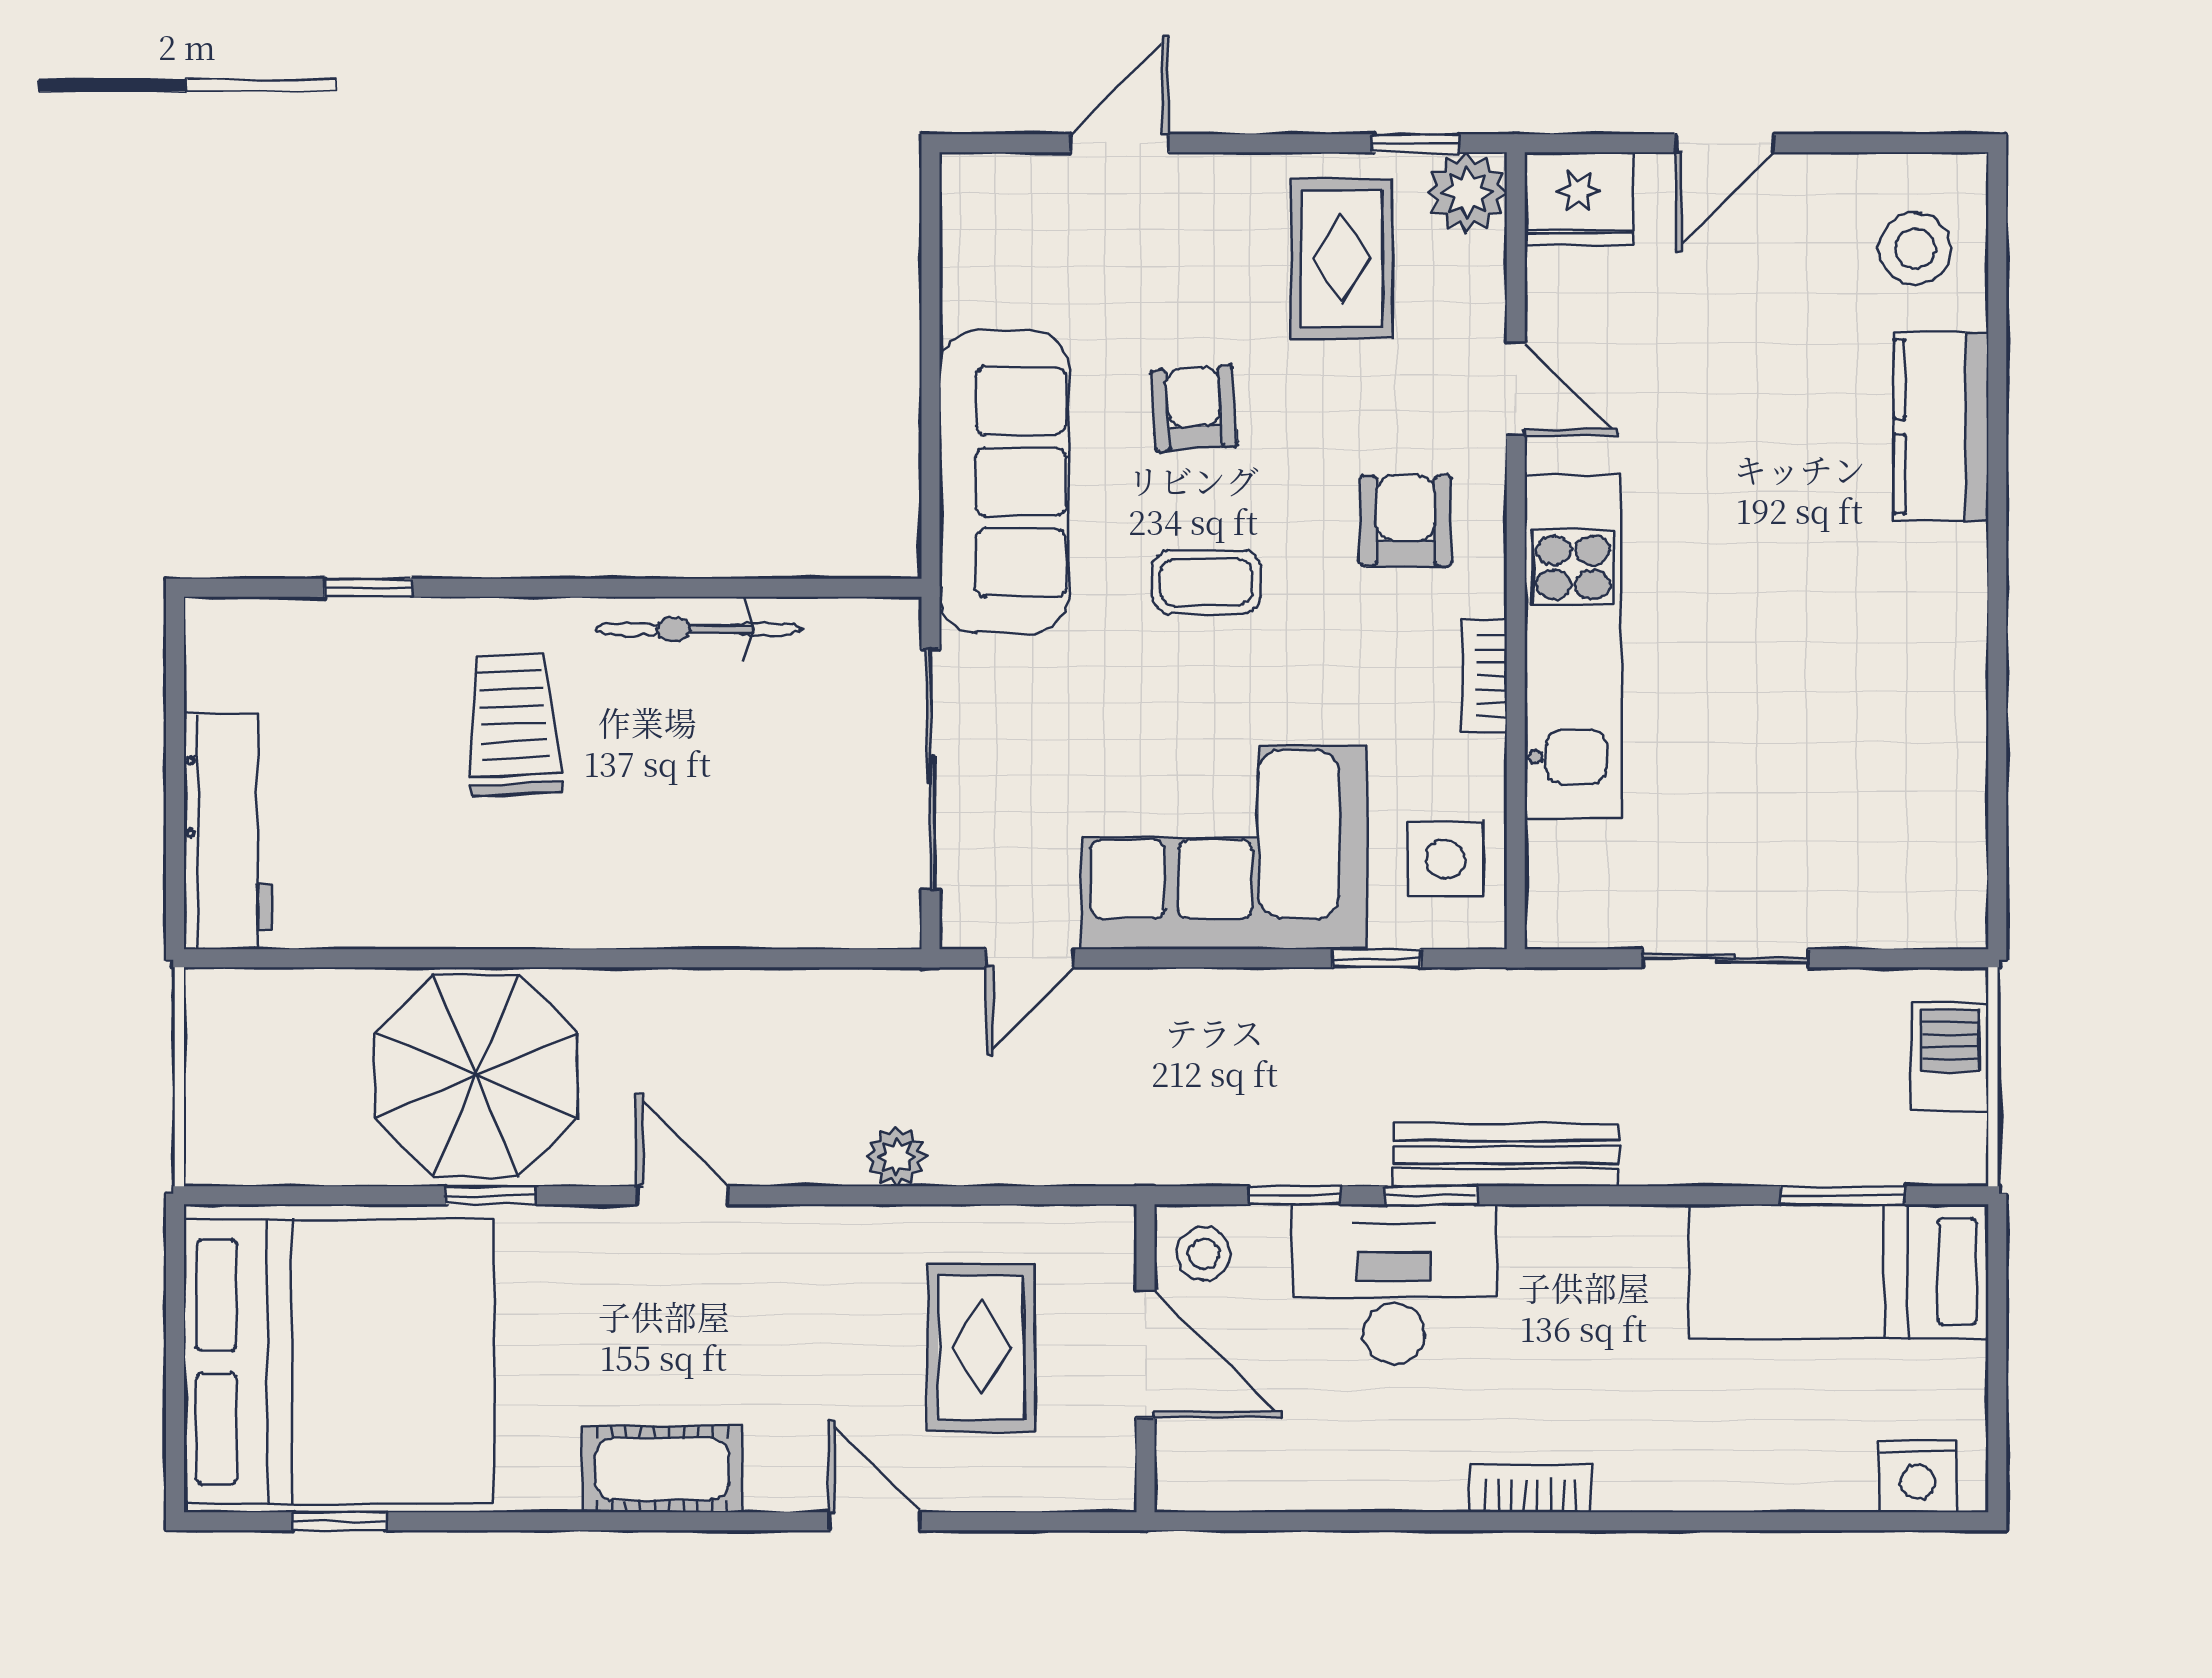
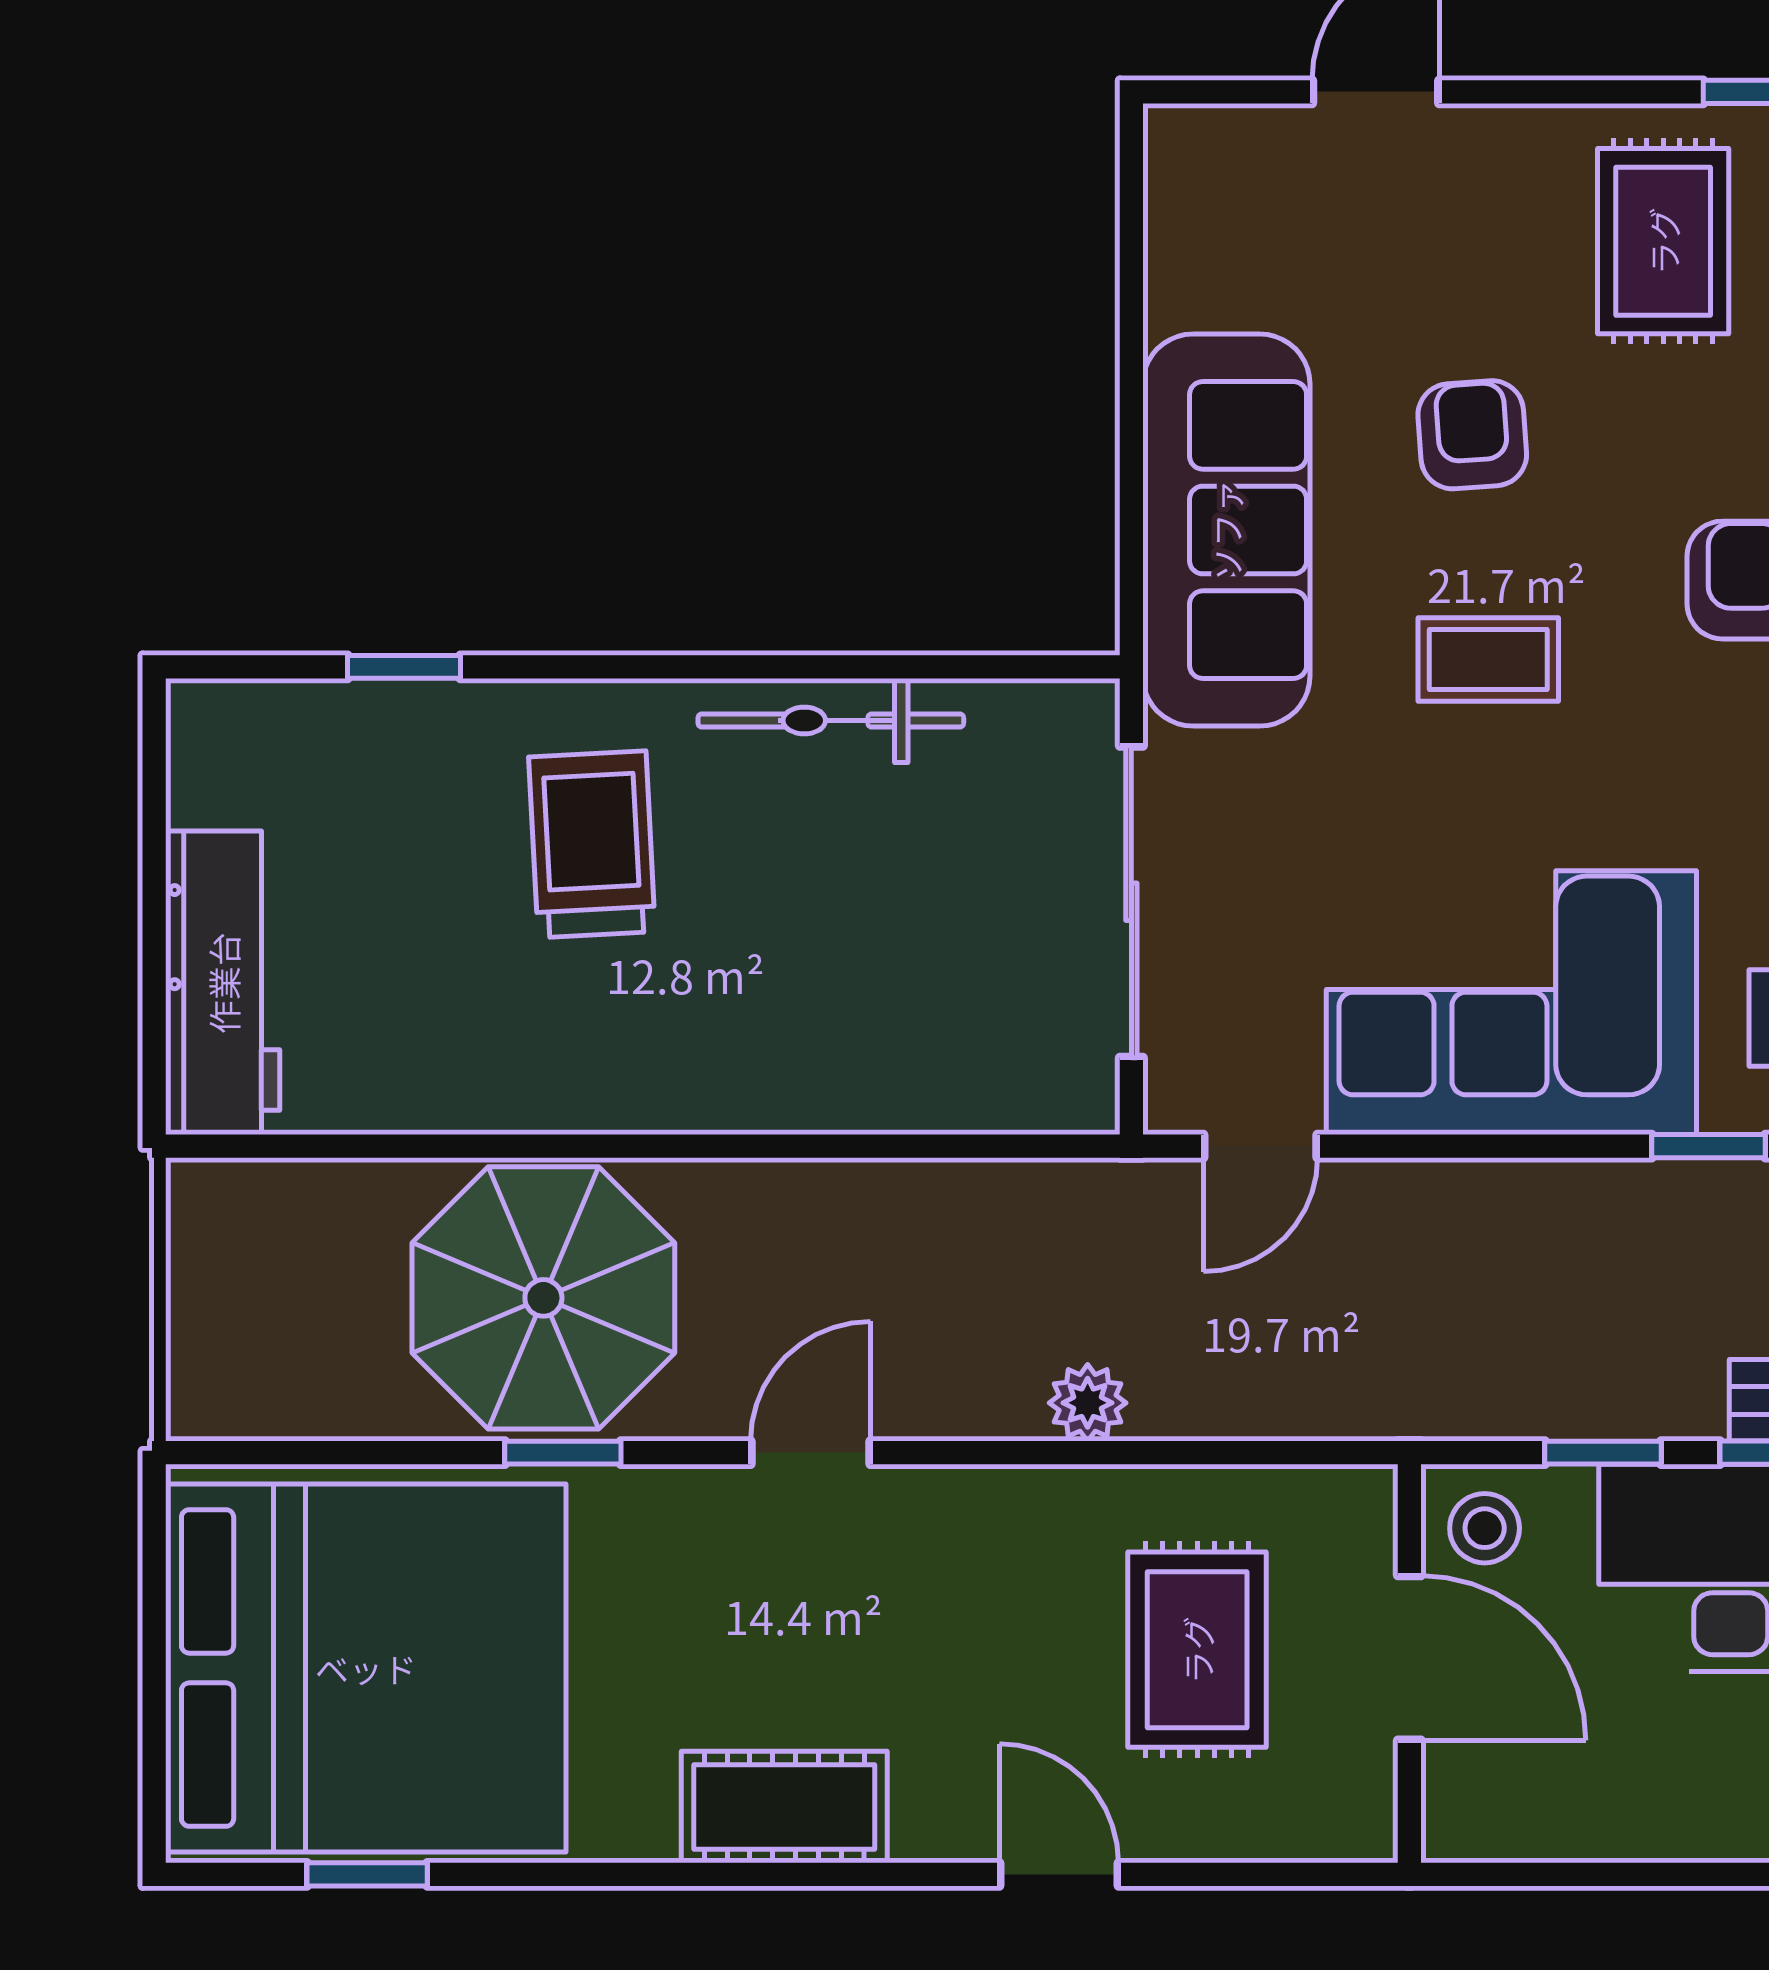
door: (682, 1195) -> (811, 1453), hinge flipped

